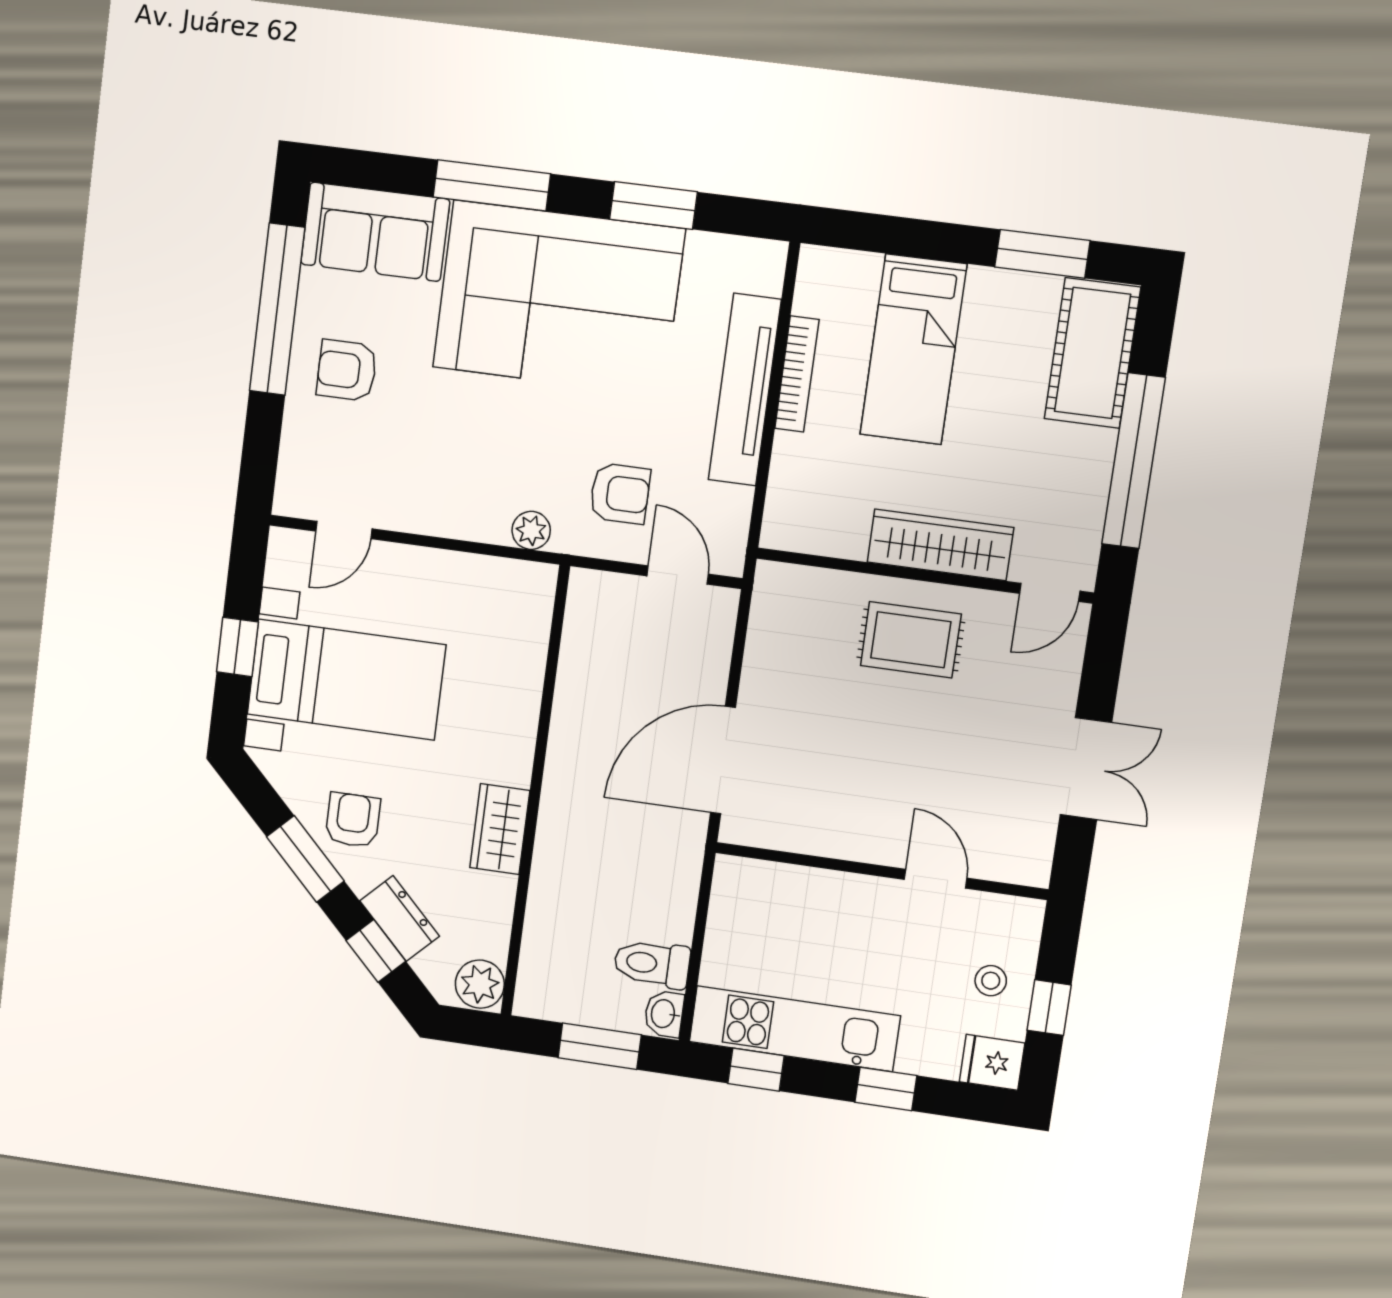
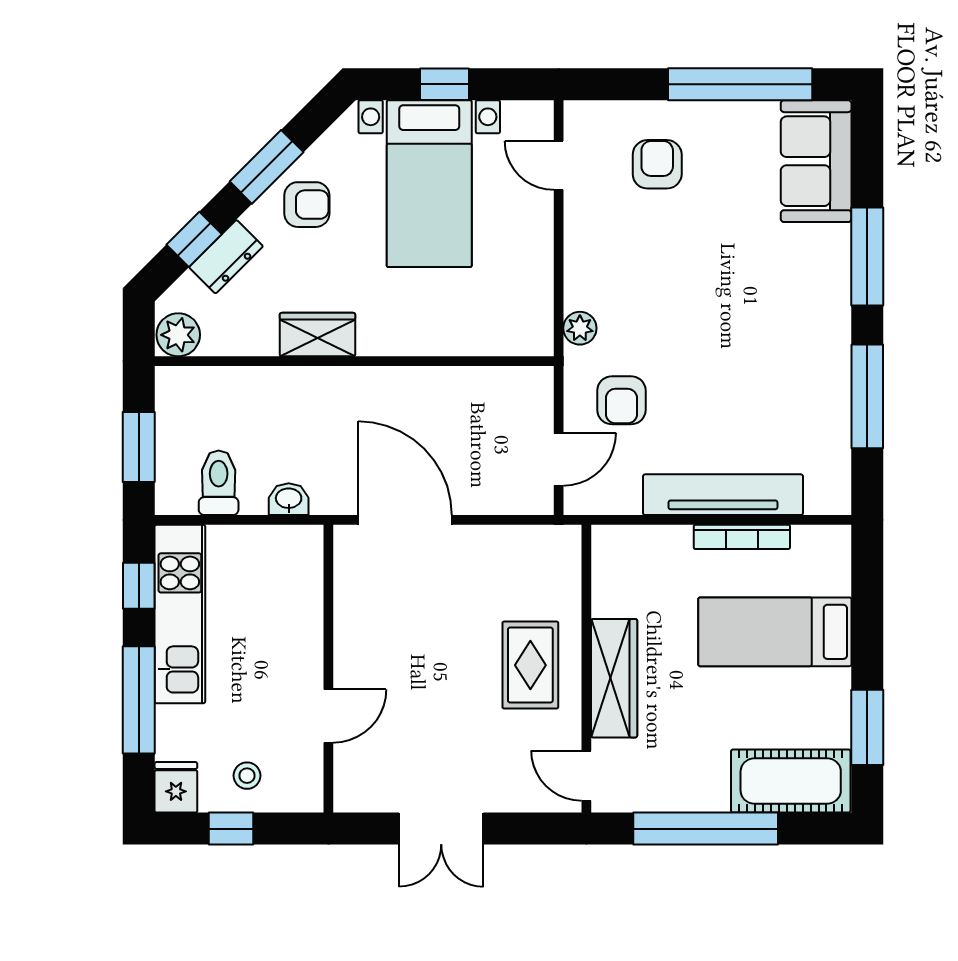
window: (653, 205) -> (867, 396), width x1.44
corner sofa: (559, 298) -> (780, 326), removed
armchair: (347, 370) -> (657, 164), moved
washbasin: (664, 1014) -> (289, 499), moved
window: (886, 1089) -> (139, 700), width x2.17

